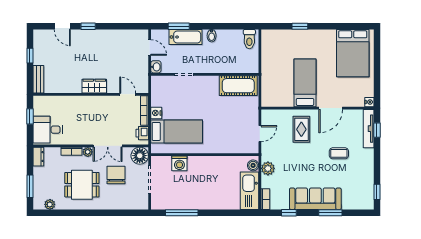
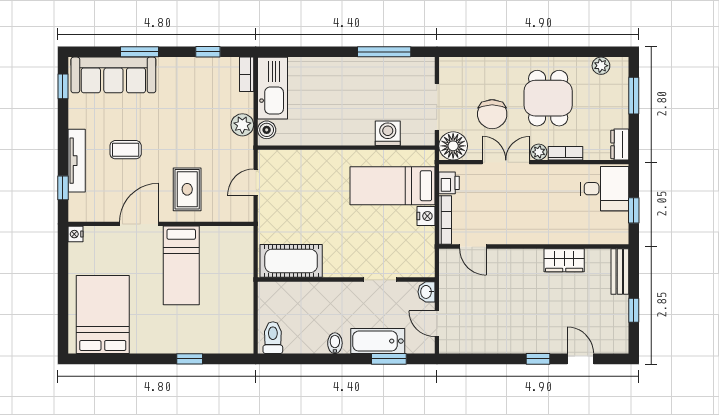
wardrobe: (94, 86) -> (564, 260), moved
tv unit: (369, 129) -> (77, 161), moved
dining table: (82, 185) -> (548, 98), turned 90
sofa: (315, 199) -> (113, 75), moved

